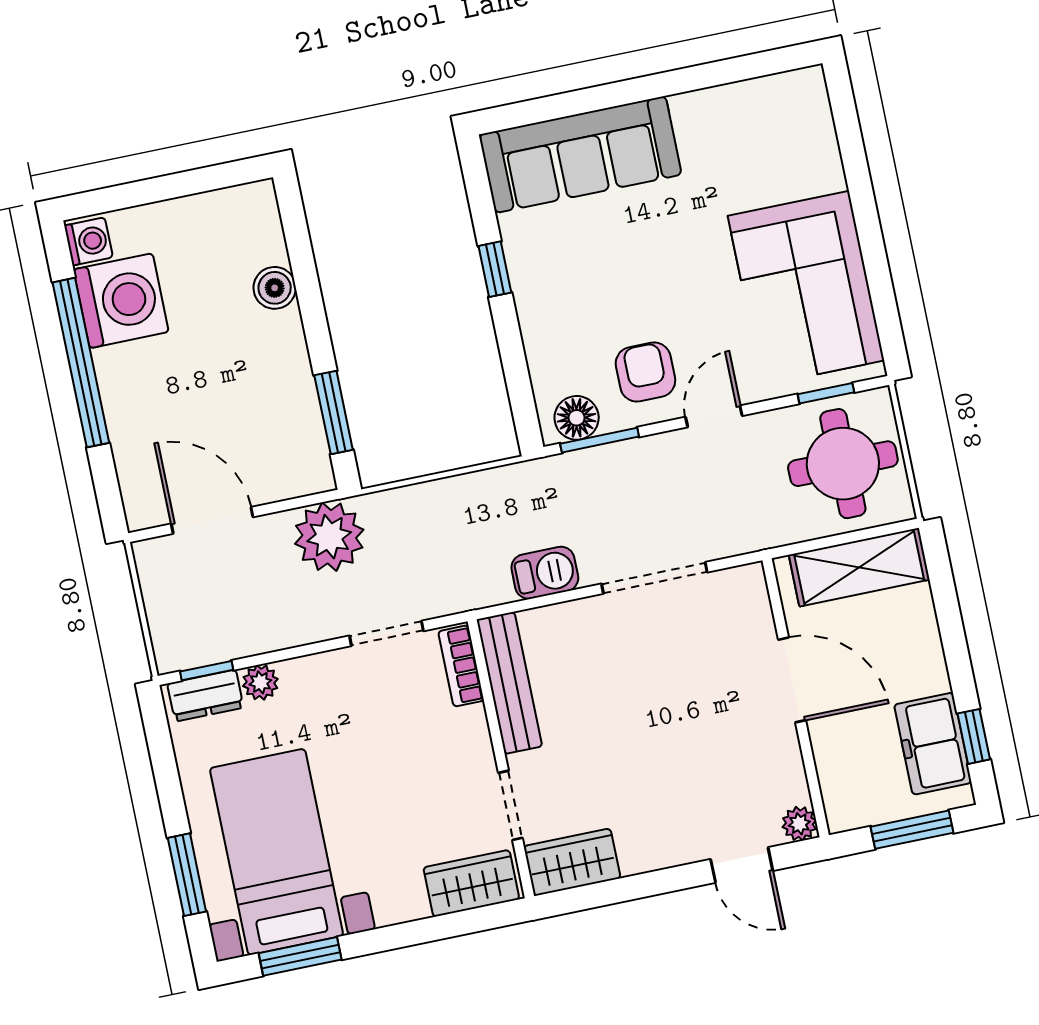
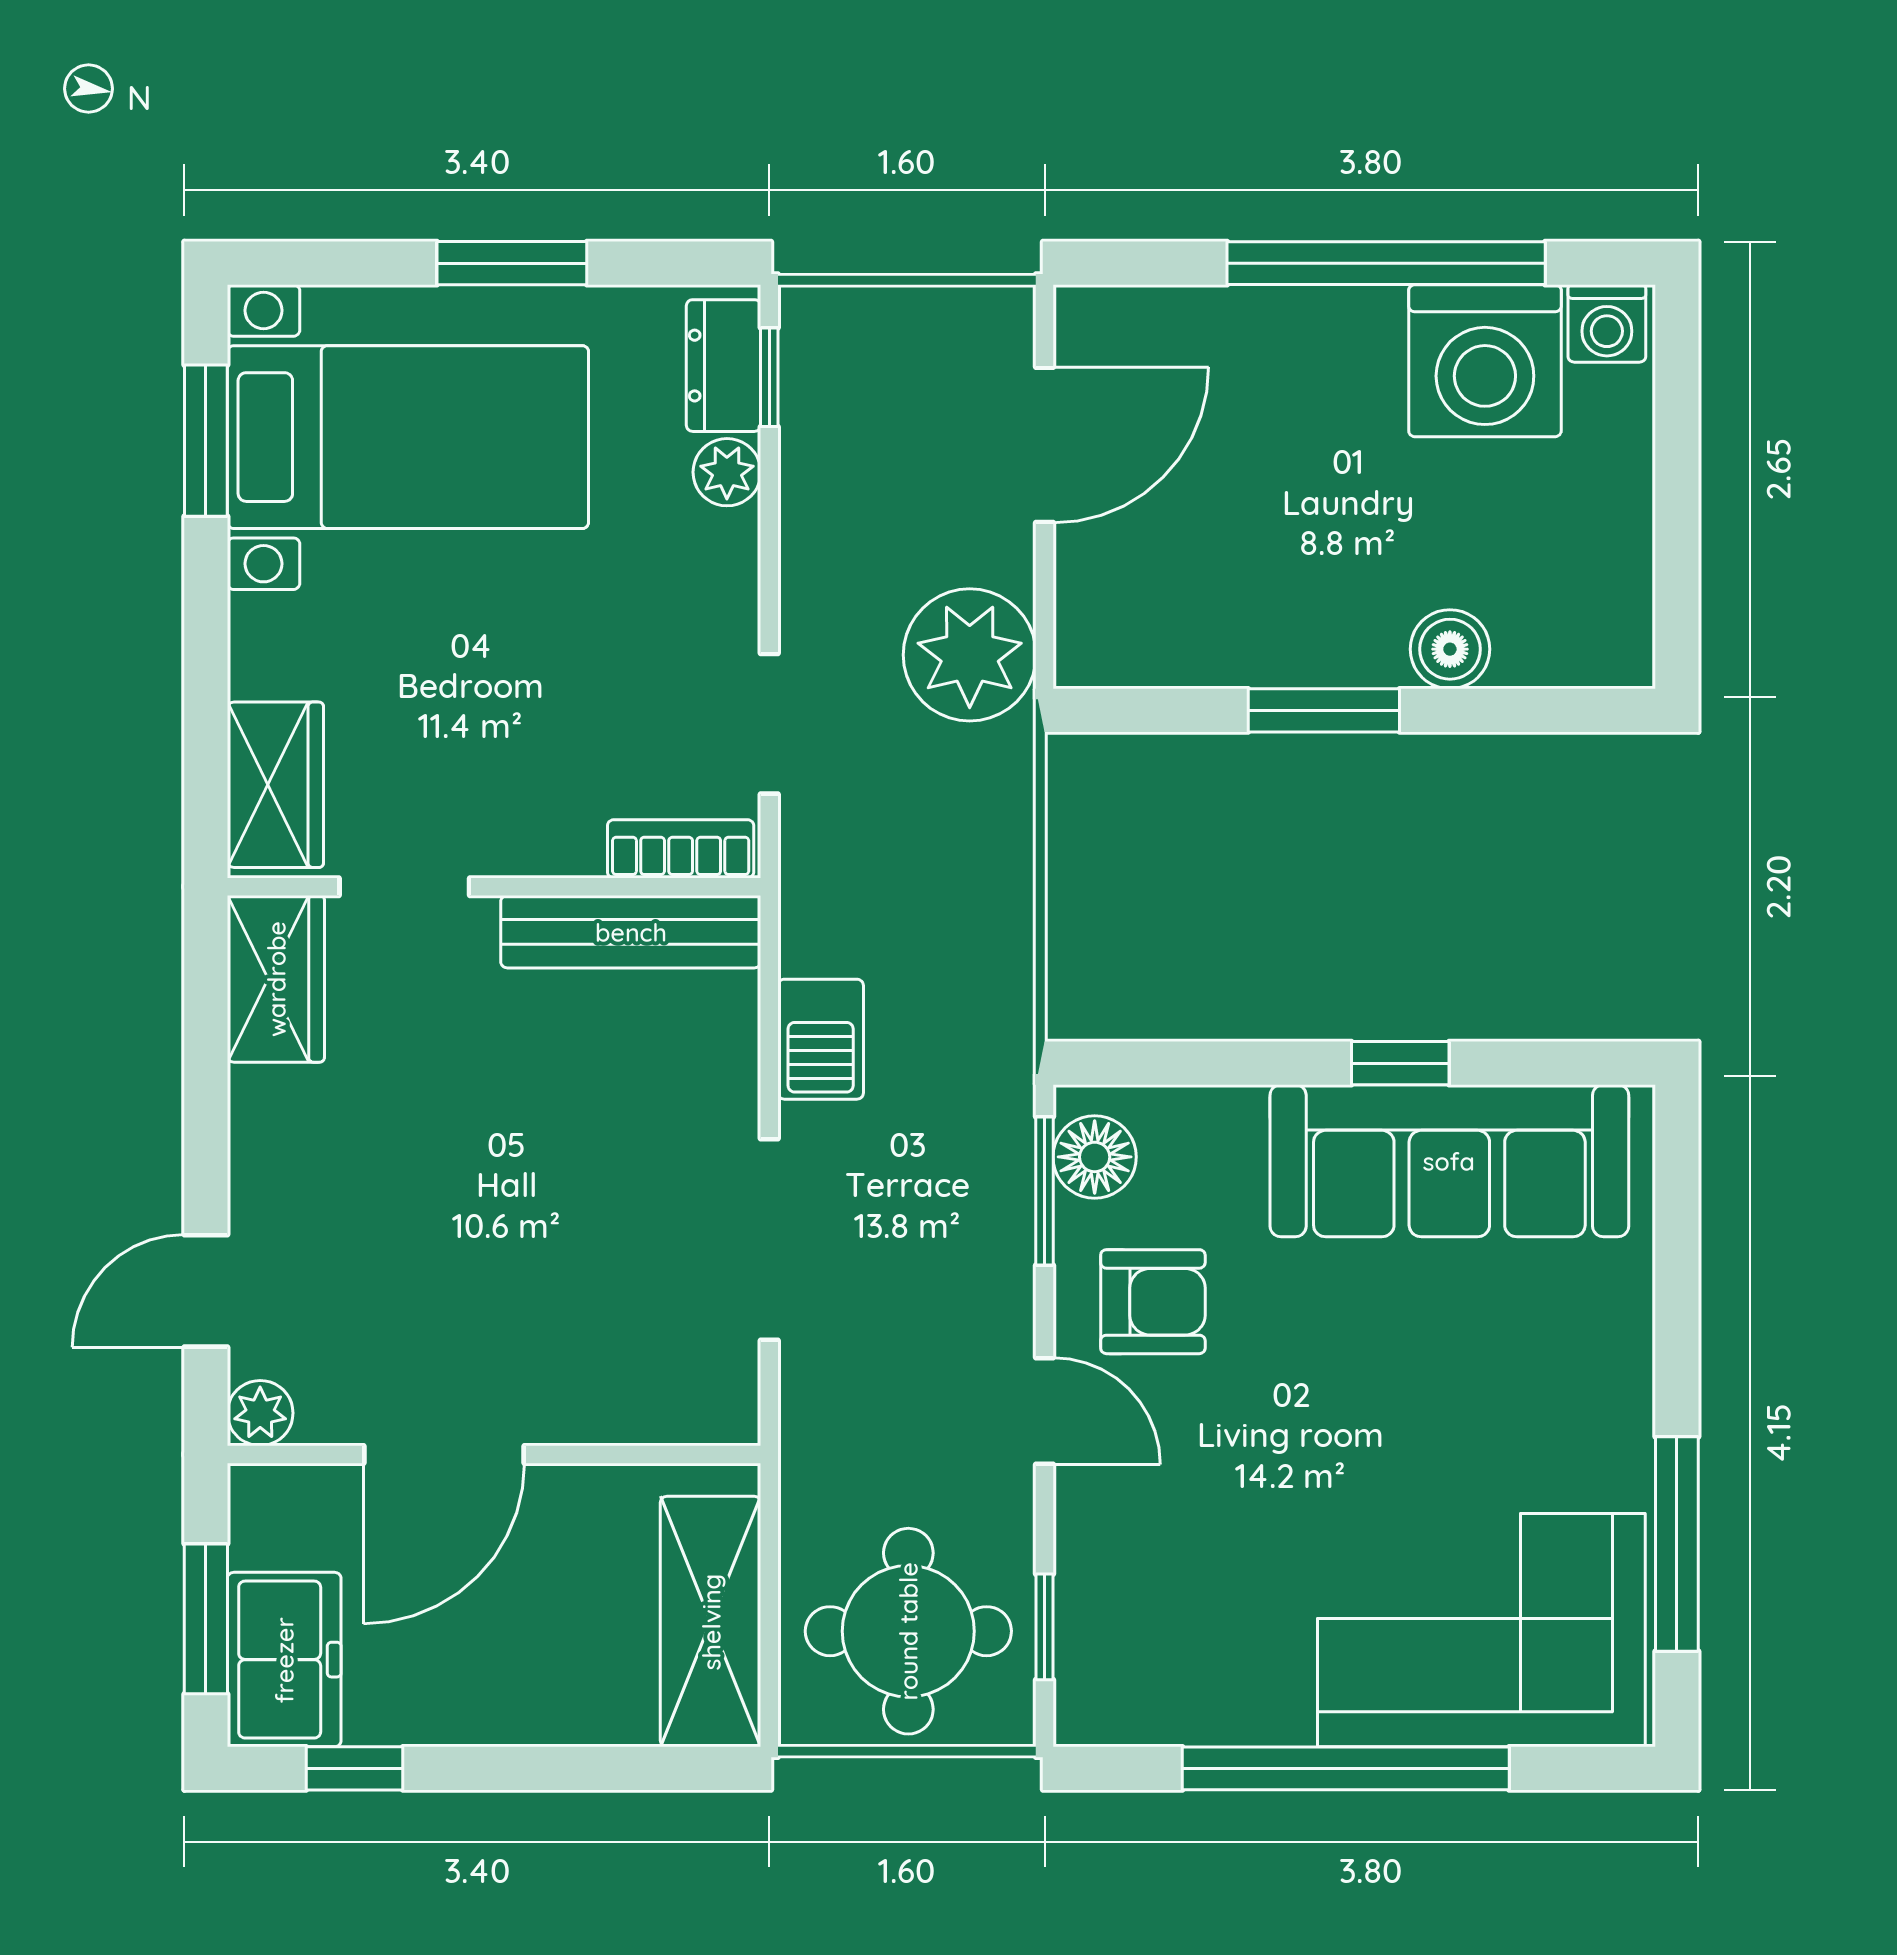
window: (715, 74) -> (1677, 1544), added
sofa: (580, 155) -> (1449, 1161), moved, turned -90
window: (867, 222) -> (1346, 1768), added
corner sofa: (806, 288) -> (1481, 1630), moved
window: (334, 412) -> (1324, 710), moved
door: (792, 680) -> (444, 1454), moved
freezer: (933, 744) -> (284, 1660), moved, turned 90
window: (187, 875) -> (512, 263), moved

